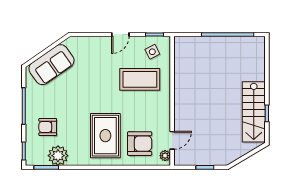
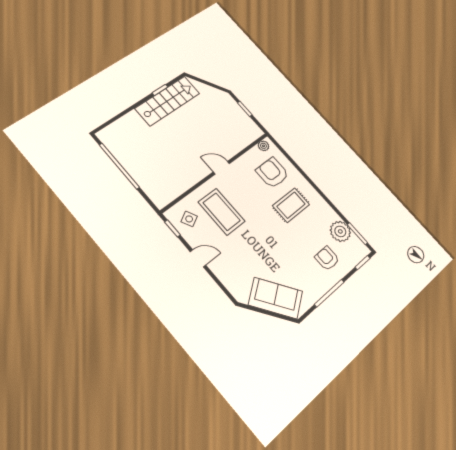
armchair: (48, 127) -> (327, 258), turned 180
rug: (105, 136) -> (291, 205), width x0.73, depth x0.70
door: (172, 140) -> (221, 168), moved

